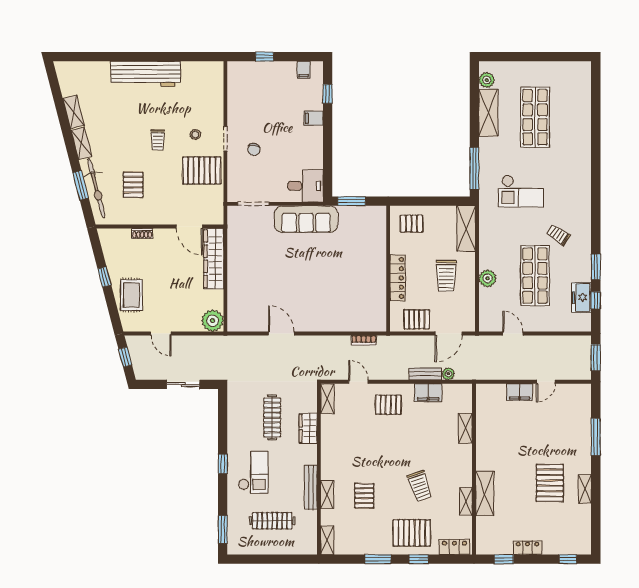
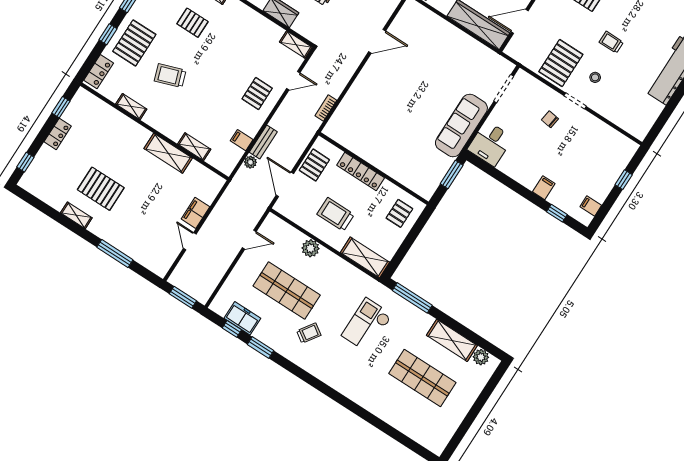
filing cabinet: (428, 393) -> (242, 140), width x0.50
shelving: (485, 493) -> (168, 153), moved

